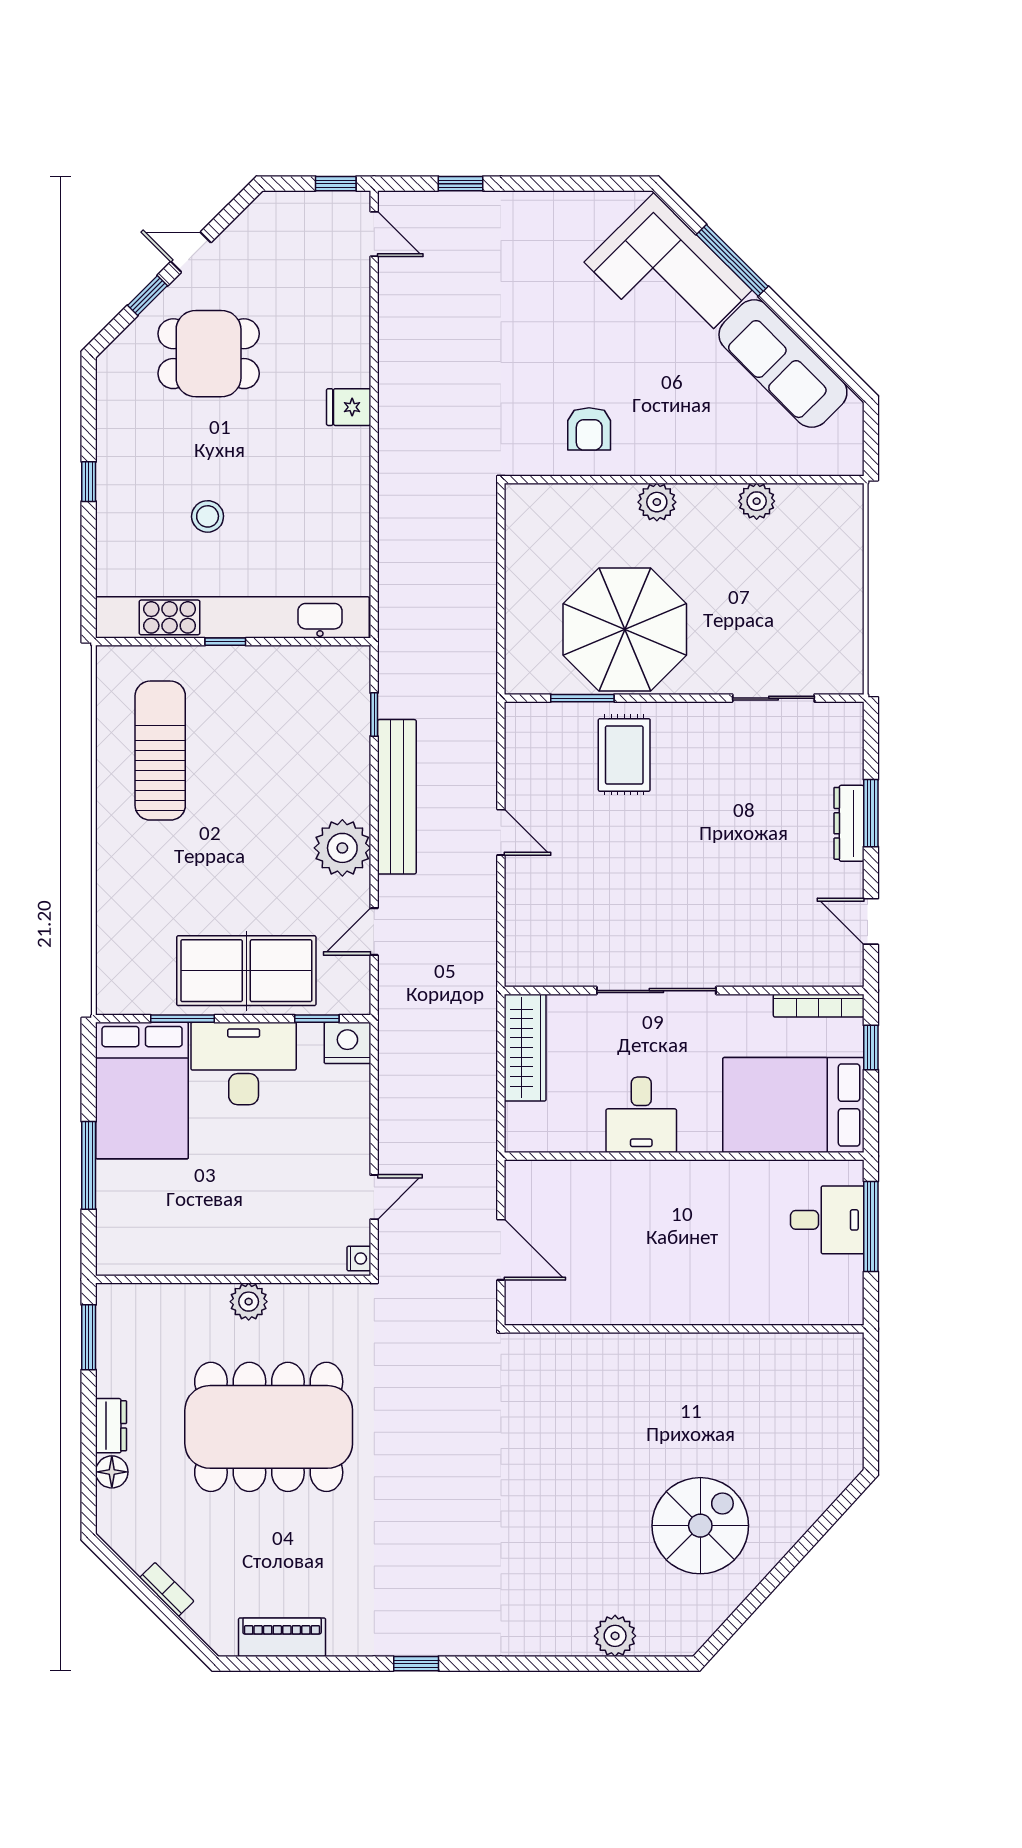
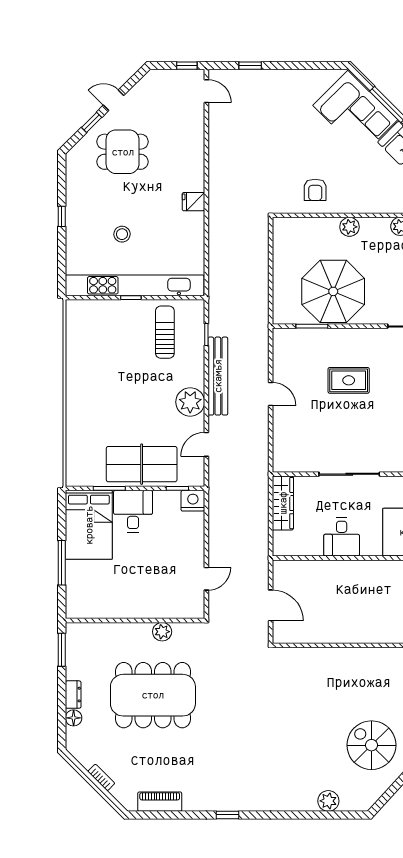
fridge: (349, 407) -> (193, 202), moved
sun lounger: (160, 751) -> (165, 332), moved, width x0.73, depth x0.75
rug: (624, 755) -> (349, 380), moved, turned 90
desk: (244, 1064) -> (133, 511), width x0.73
nightstand: (359, 1259) -> (199, 610), removed
plant: (249, 1302) -> (162, 632), moved
spiral stairs: (700, 1526) -> (371, 745), turned -90

